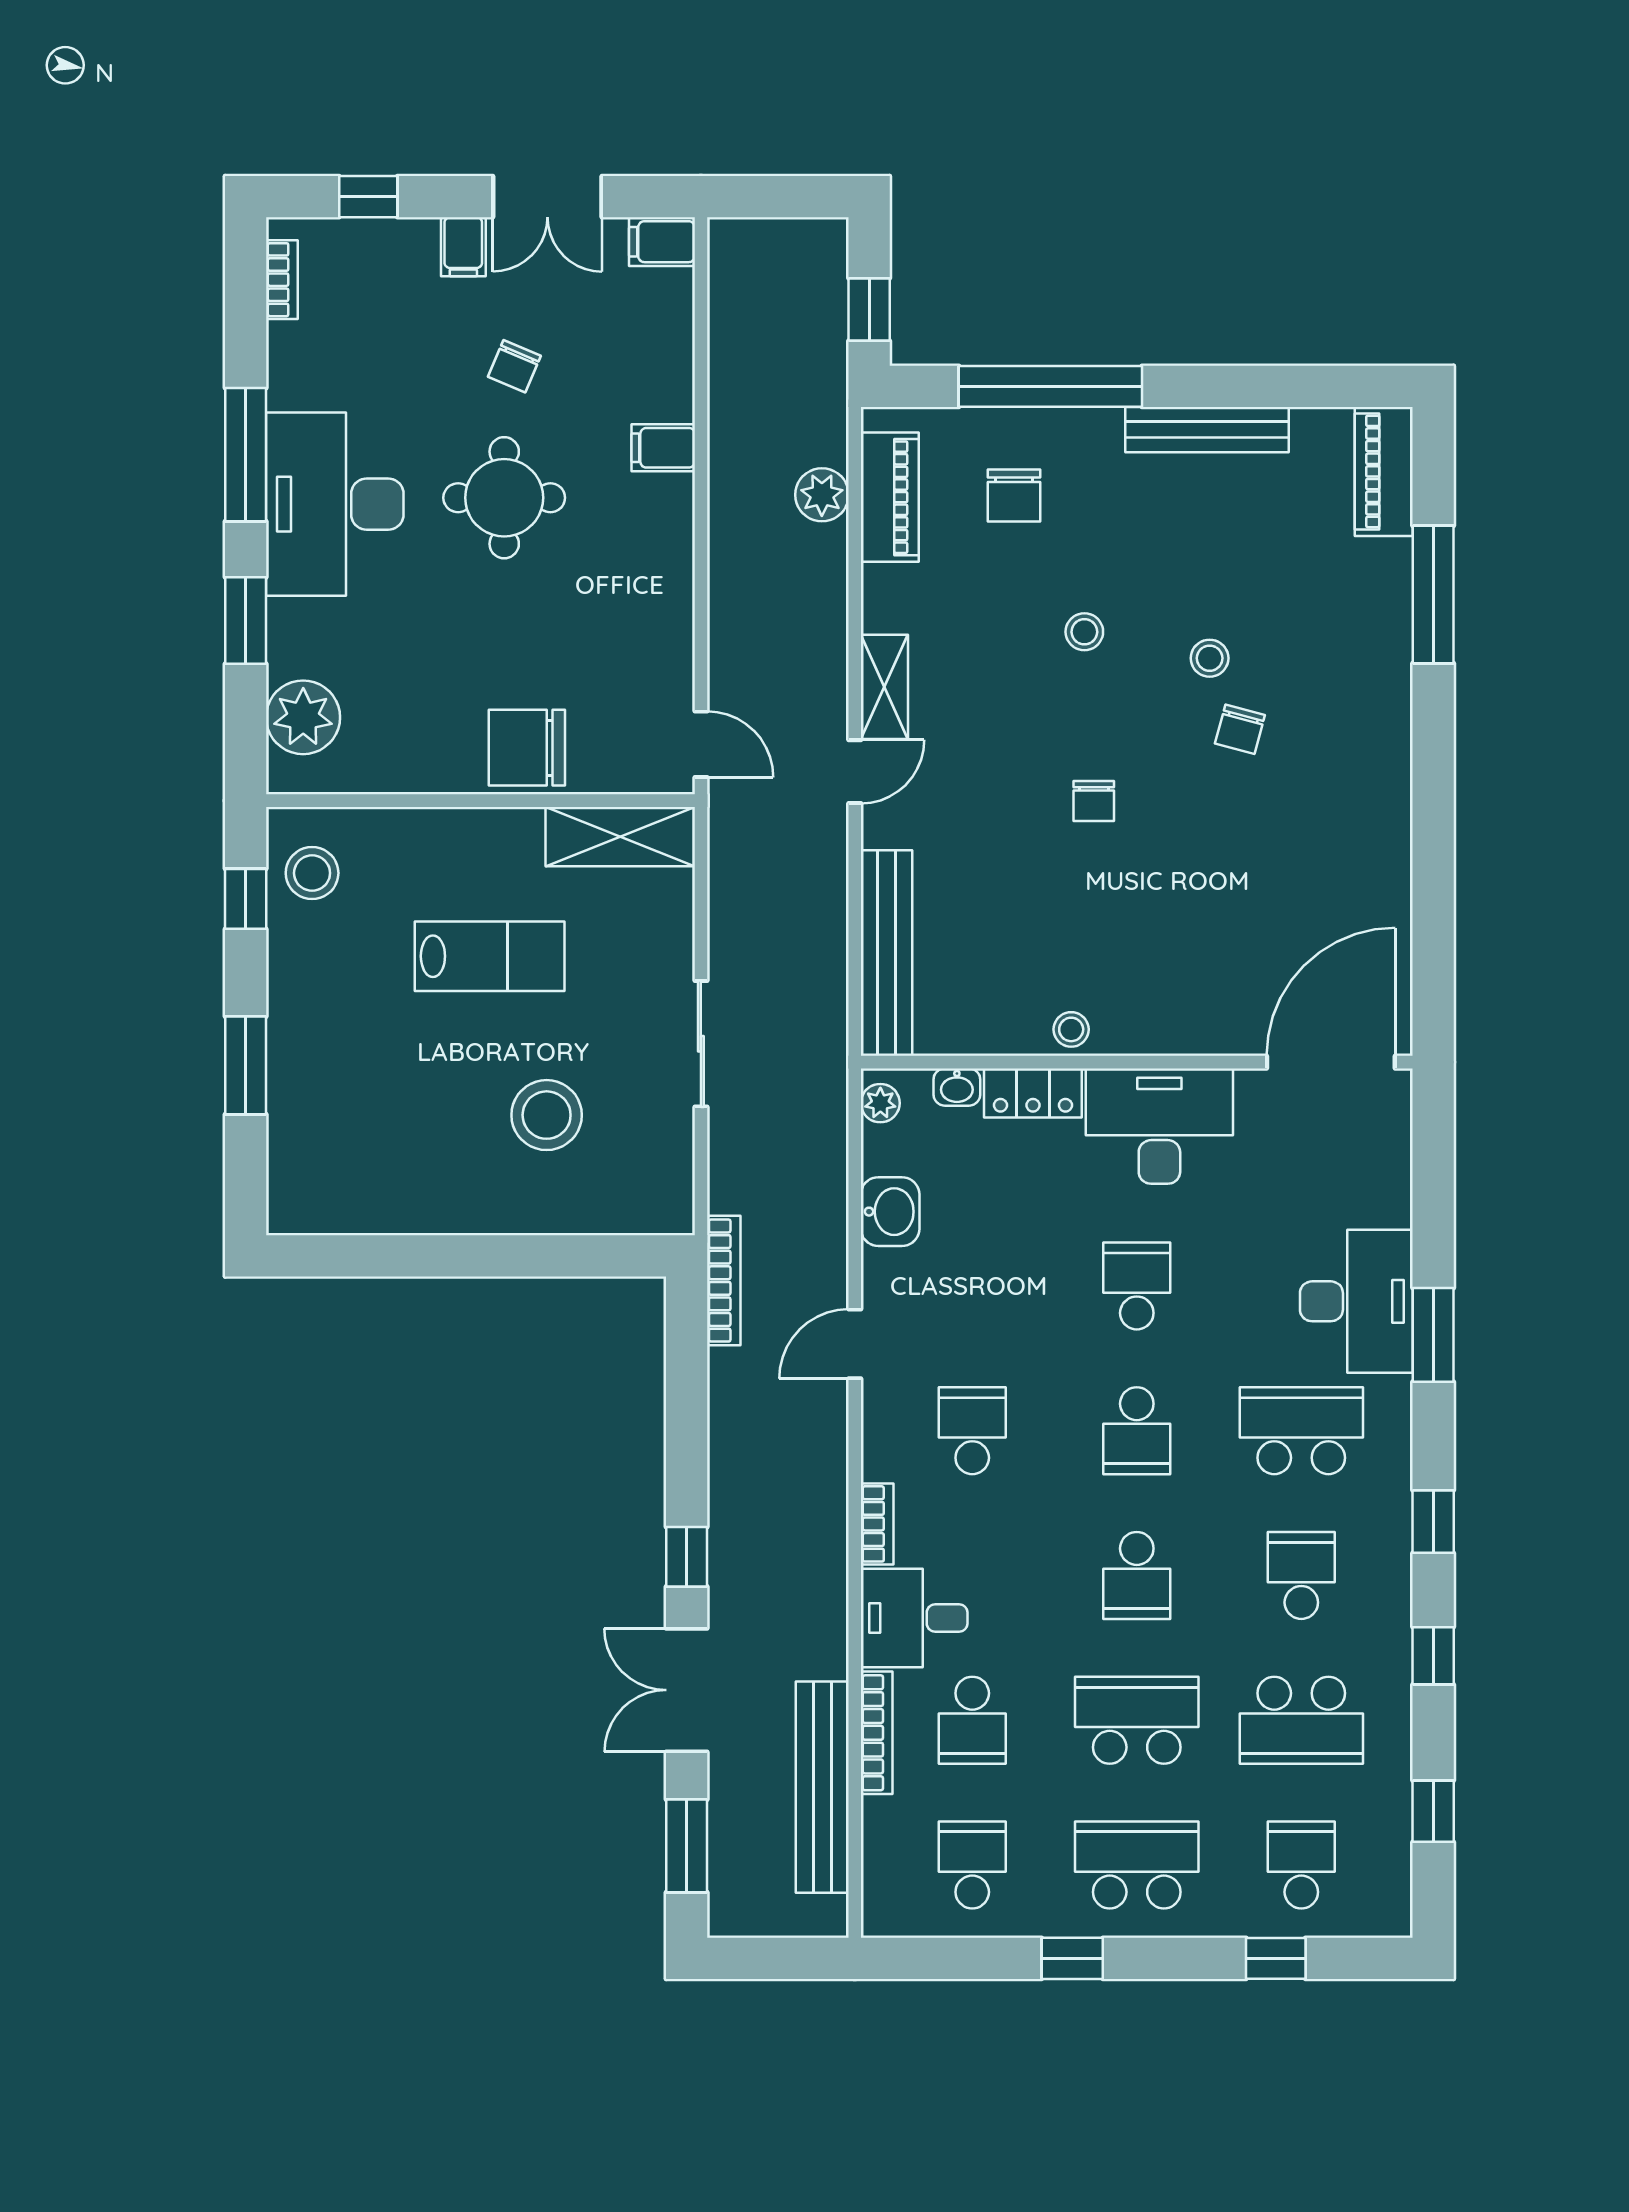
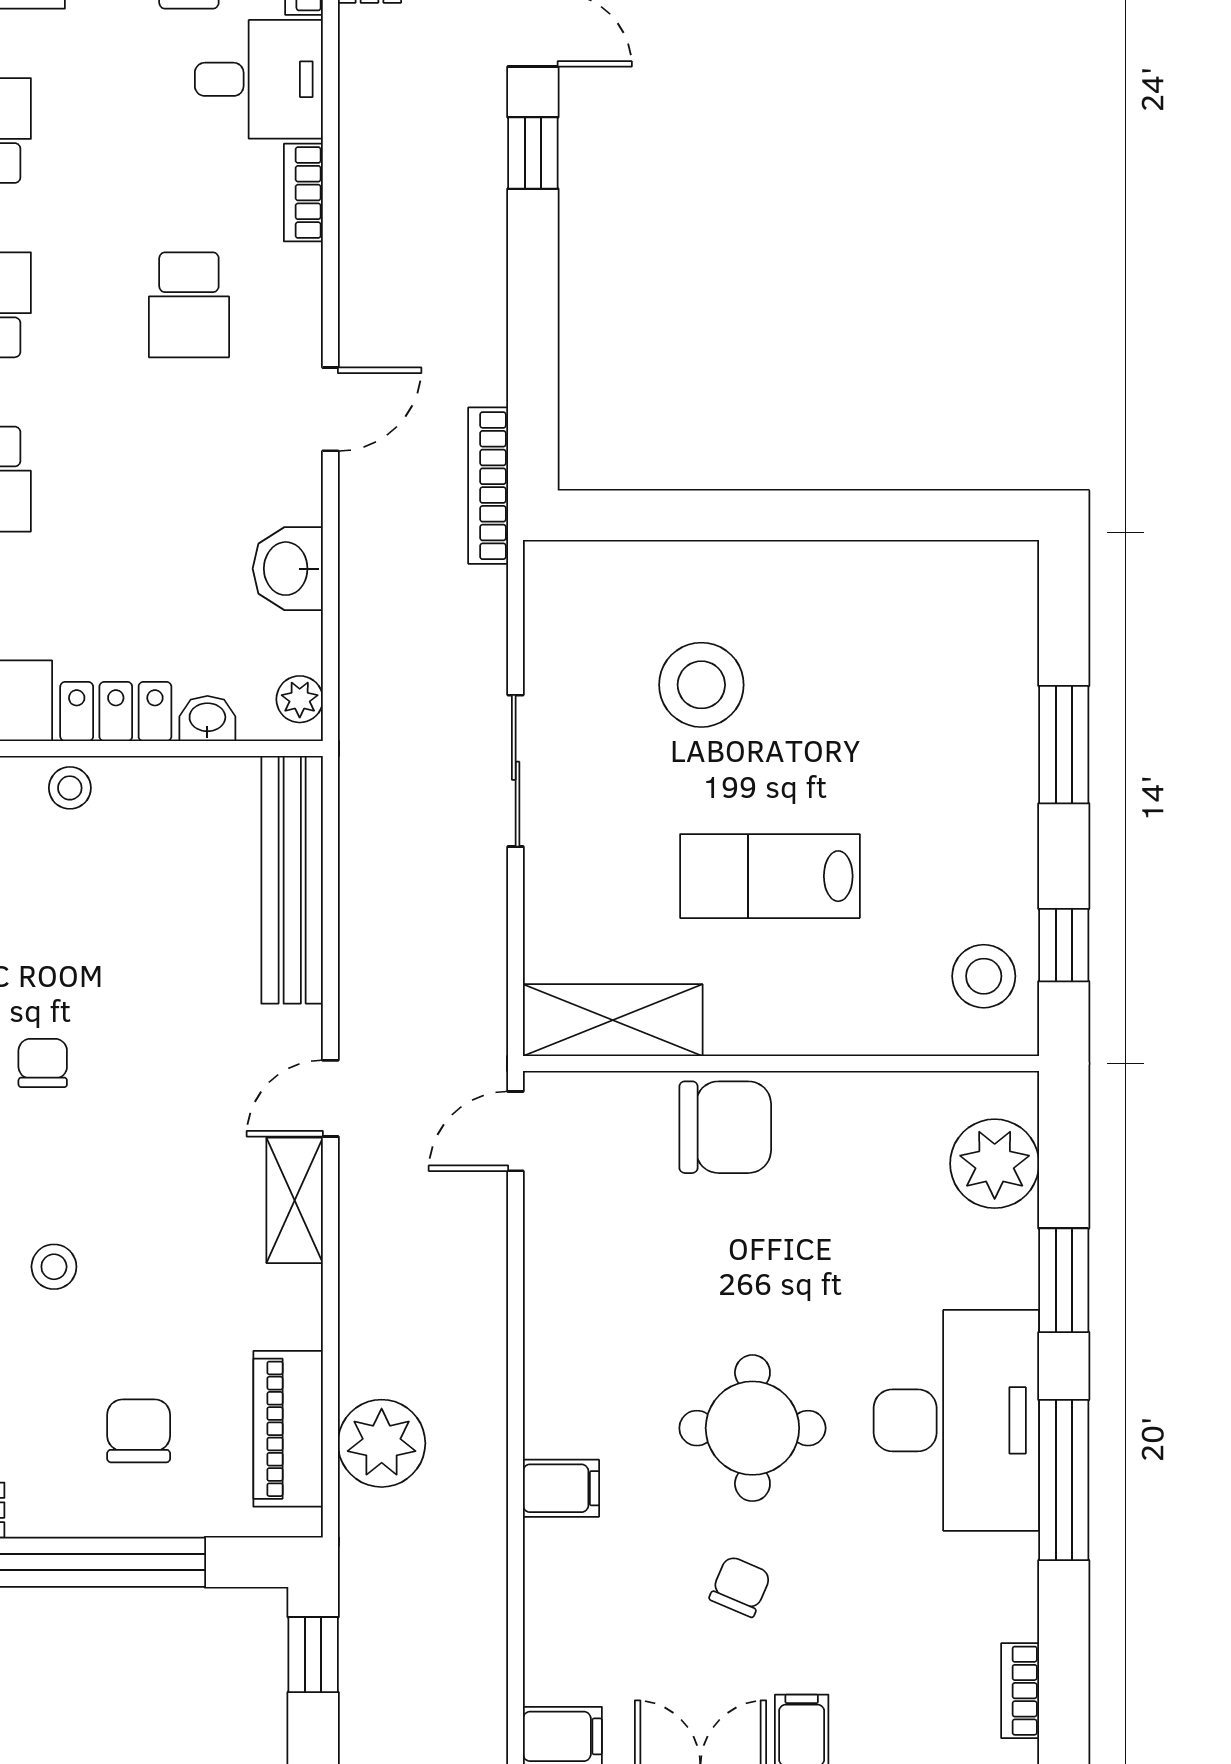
plant: (822, 495) -> (382, 1443), width x1.36, depth x1.36
door: (701, 744) -> (516, 1131), hinge flipped

